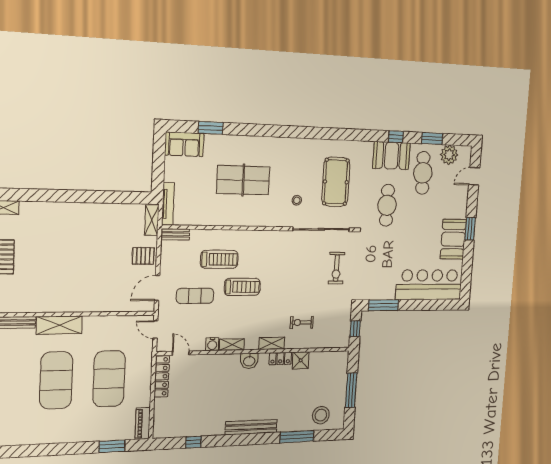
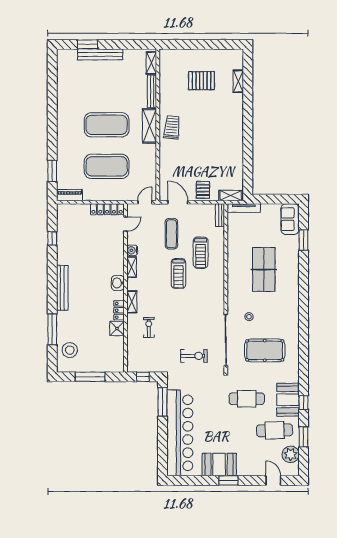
exercise bike: (336, 268) -> (194, 356), turned 180
bar counter: (429, 285) -> (180, 433), width x1.36
trolley: (62, 296) -> (172, 127), added

